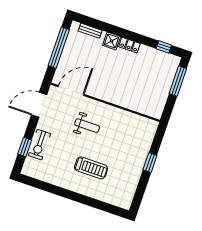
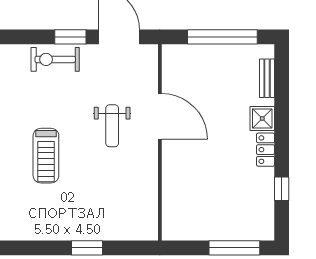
window: (164, 47) -> (282, 189), moved
door: (71, 91) -> (160, 116), moved
window: (25, 147) -> (70, 37), moved

